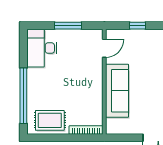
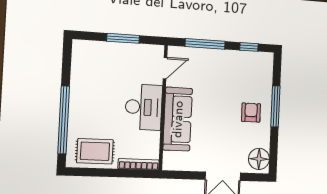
window: (138, 26) -> (205, 44), width x2.17
desk: (42, 48) -> (144, 107), moved, turned 180

